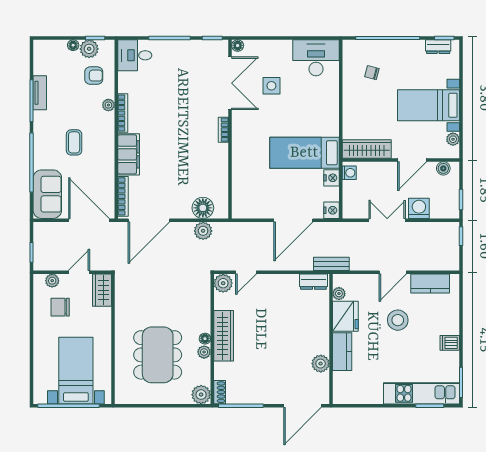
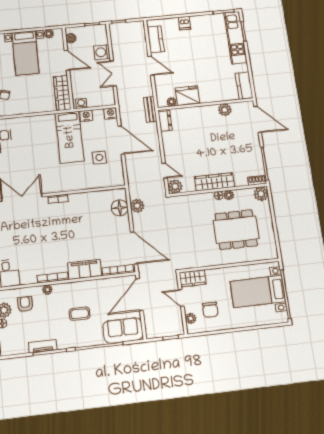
side table: (271, 86) -> (99, 158), moved
stool: (398, 320) -> (185, 59), removed
dishwasher: (450, 343) -> (184, 23), moved
kitchen counter: (342, 352) -> (244, 86), moved, turned -90

